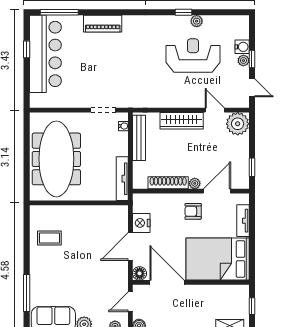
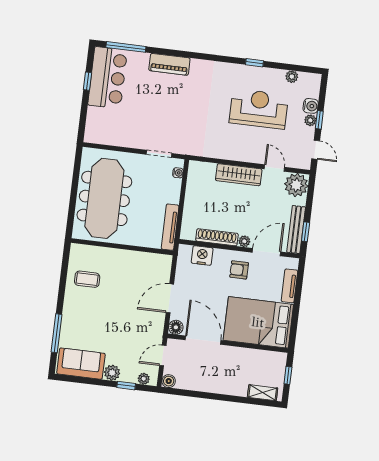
plant: (197, 21) -> (292, 77), moved
bar counter: (45, 54) -> (108, 78), width x0.73
bench: (139, 138) -> (296, 230), moved
nightstand: (141, 223) -> (202, 255), moved, turned 90

